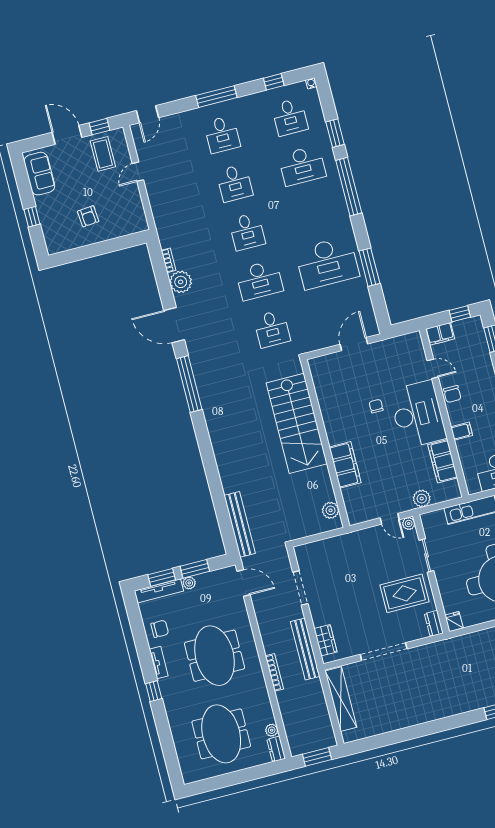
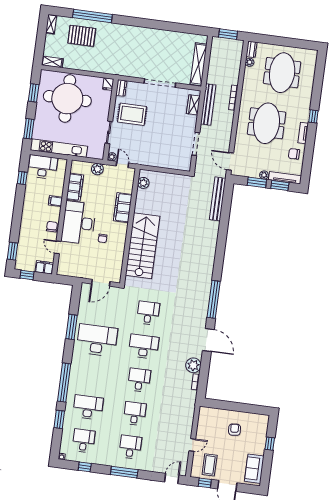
stairs: (297, 423) -> (143, 246), moved
wall: (325, 443) -> (130, 226), moved
filing cabinet: (345, 465) -> (123, 208), moved
plant: (331, 510) -> (143, 183), moved

